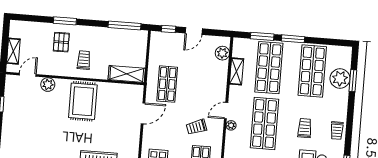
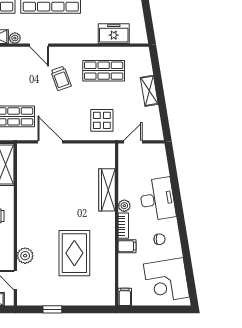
rug: (83, 101) -> (74, 253), moved, turned 90
plant: (231, 125) -> (15, 38), moved

